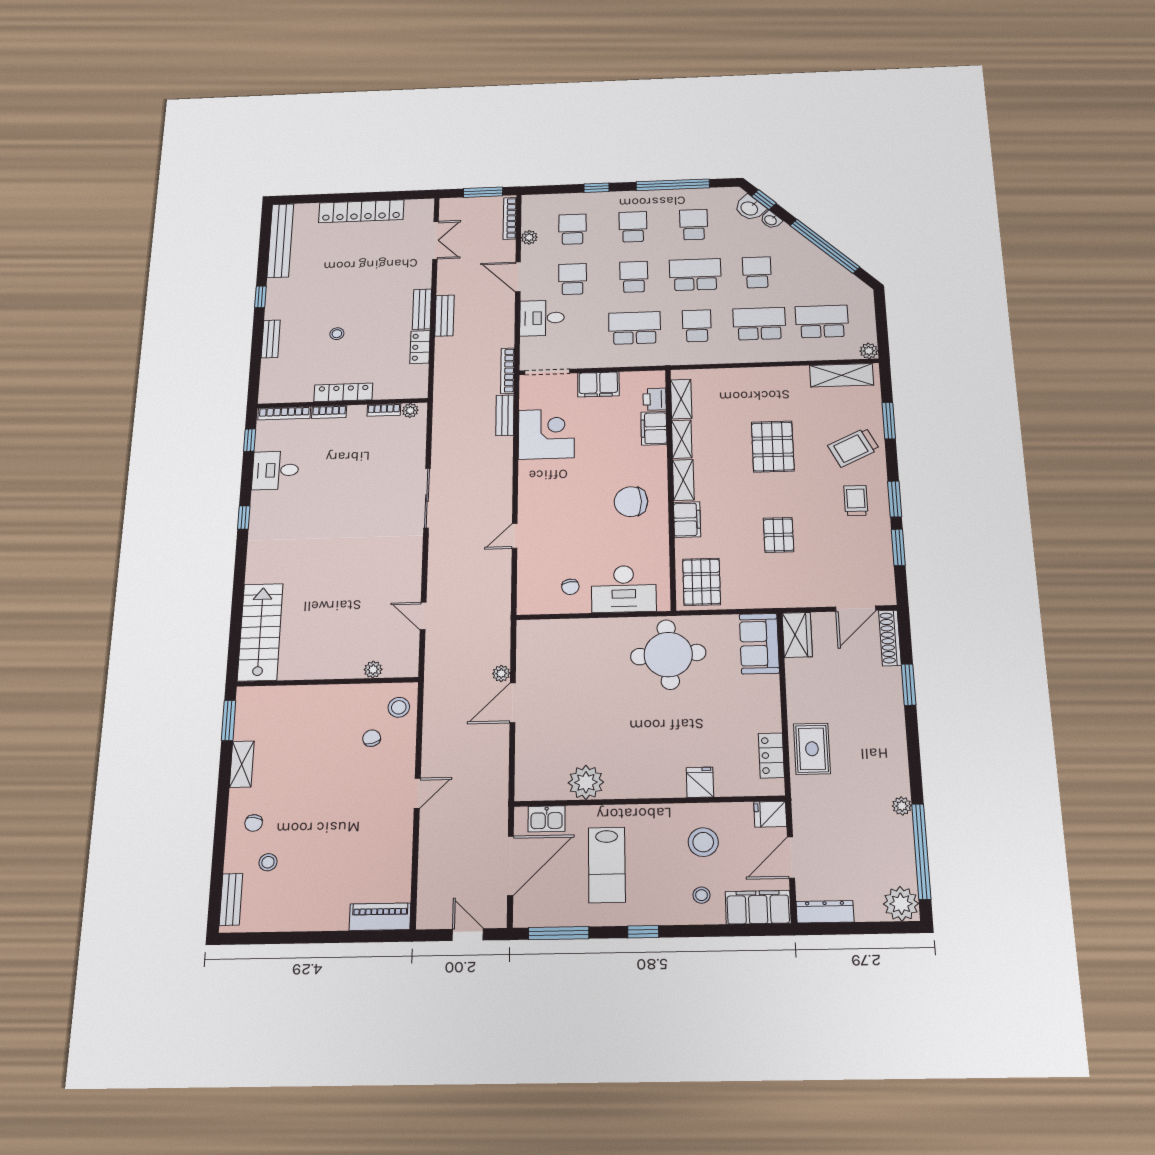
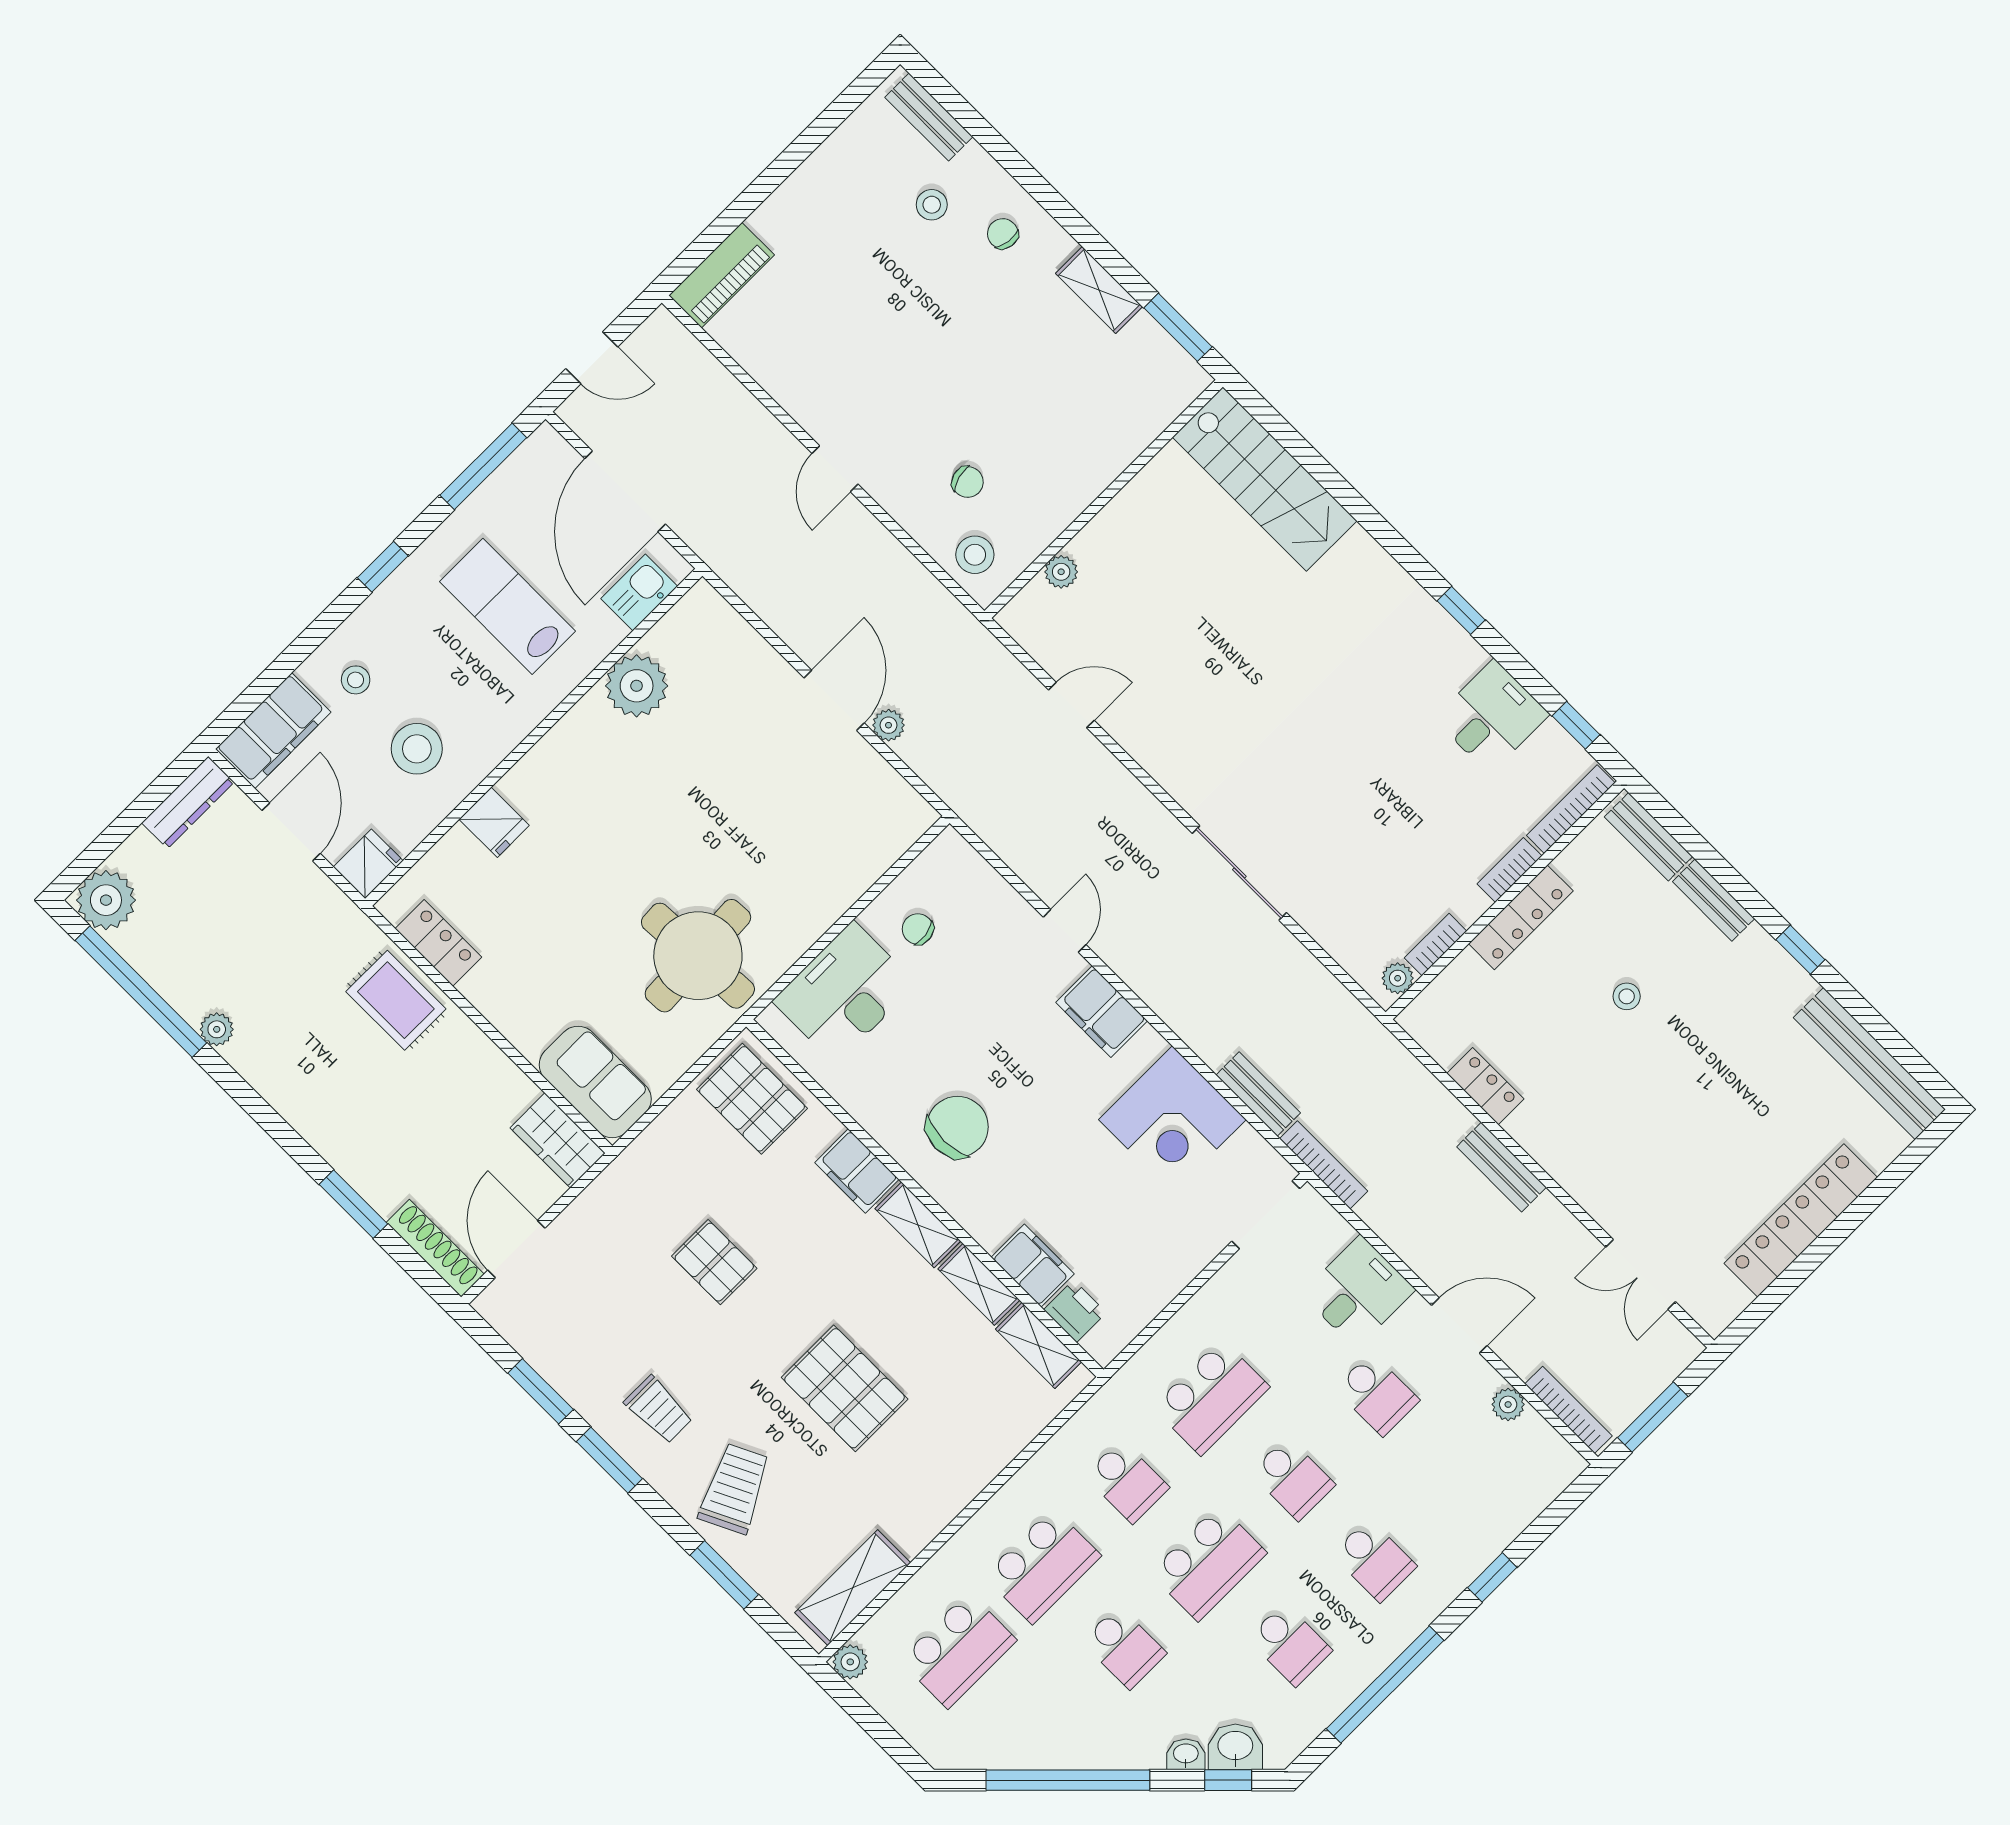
school desk: (573, 229) -> (1459, 1476), removed
bench: (422, 309) -> (1648, 837), moved
filing cabinet: (598, 384) -> (1102, 1012), moved, turned -90

